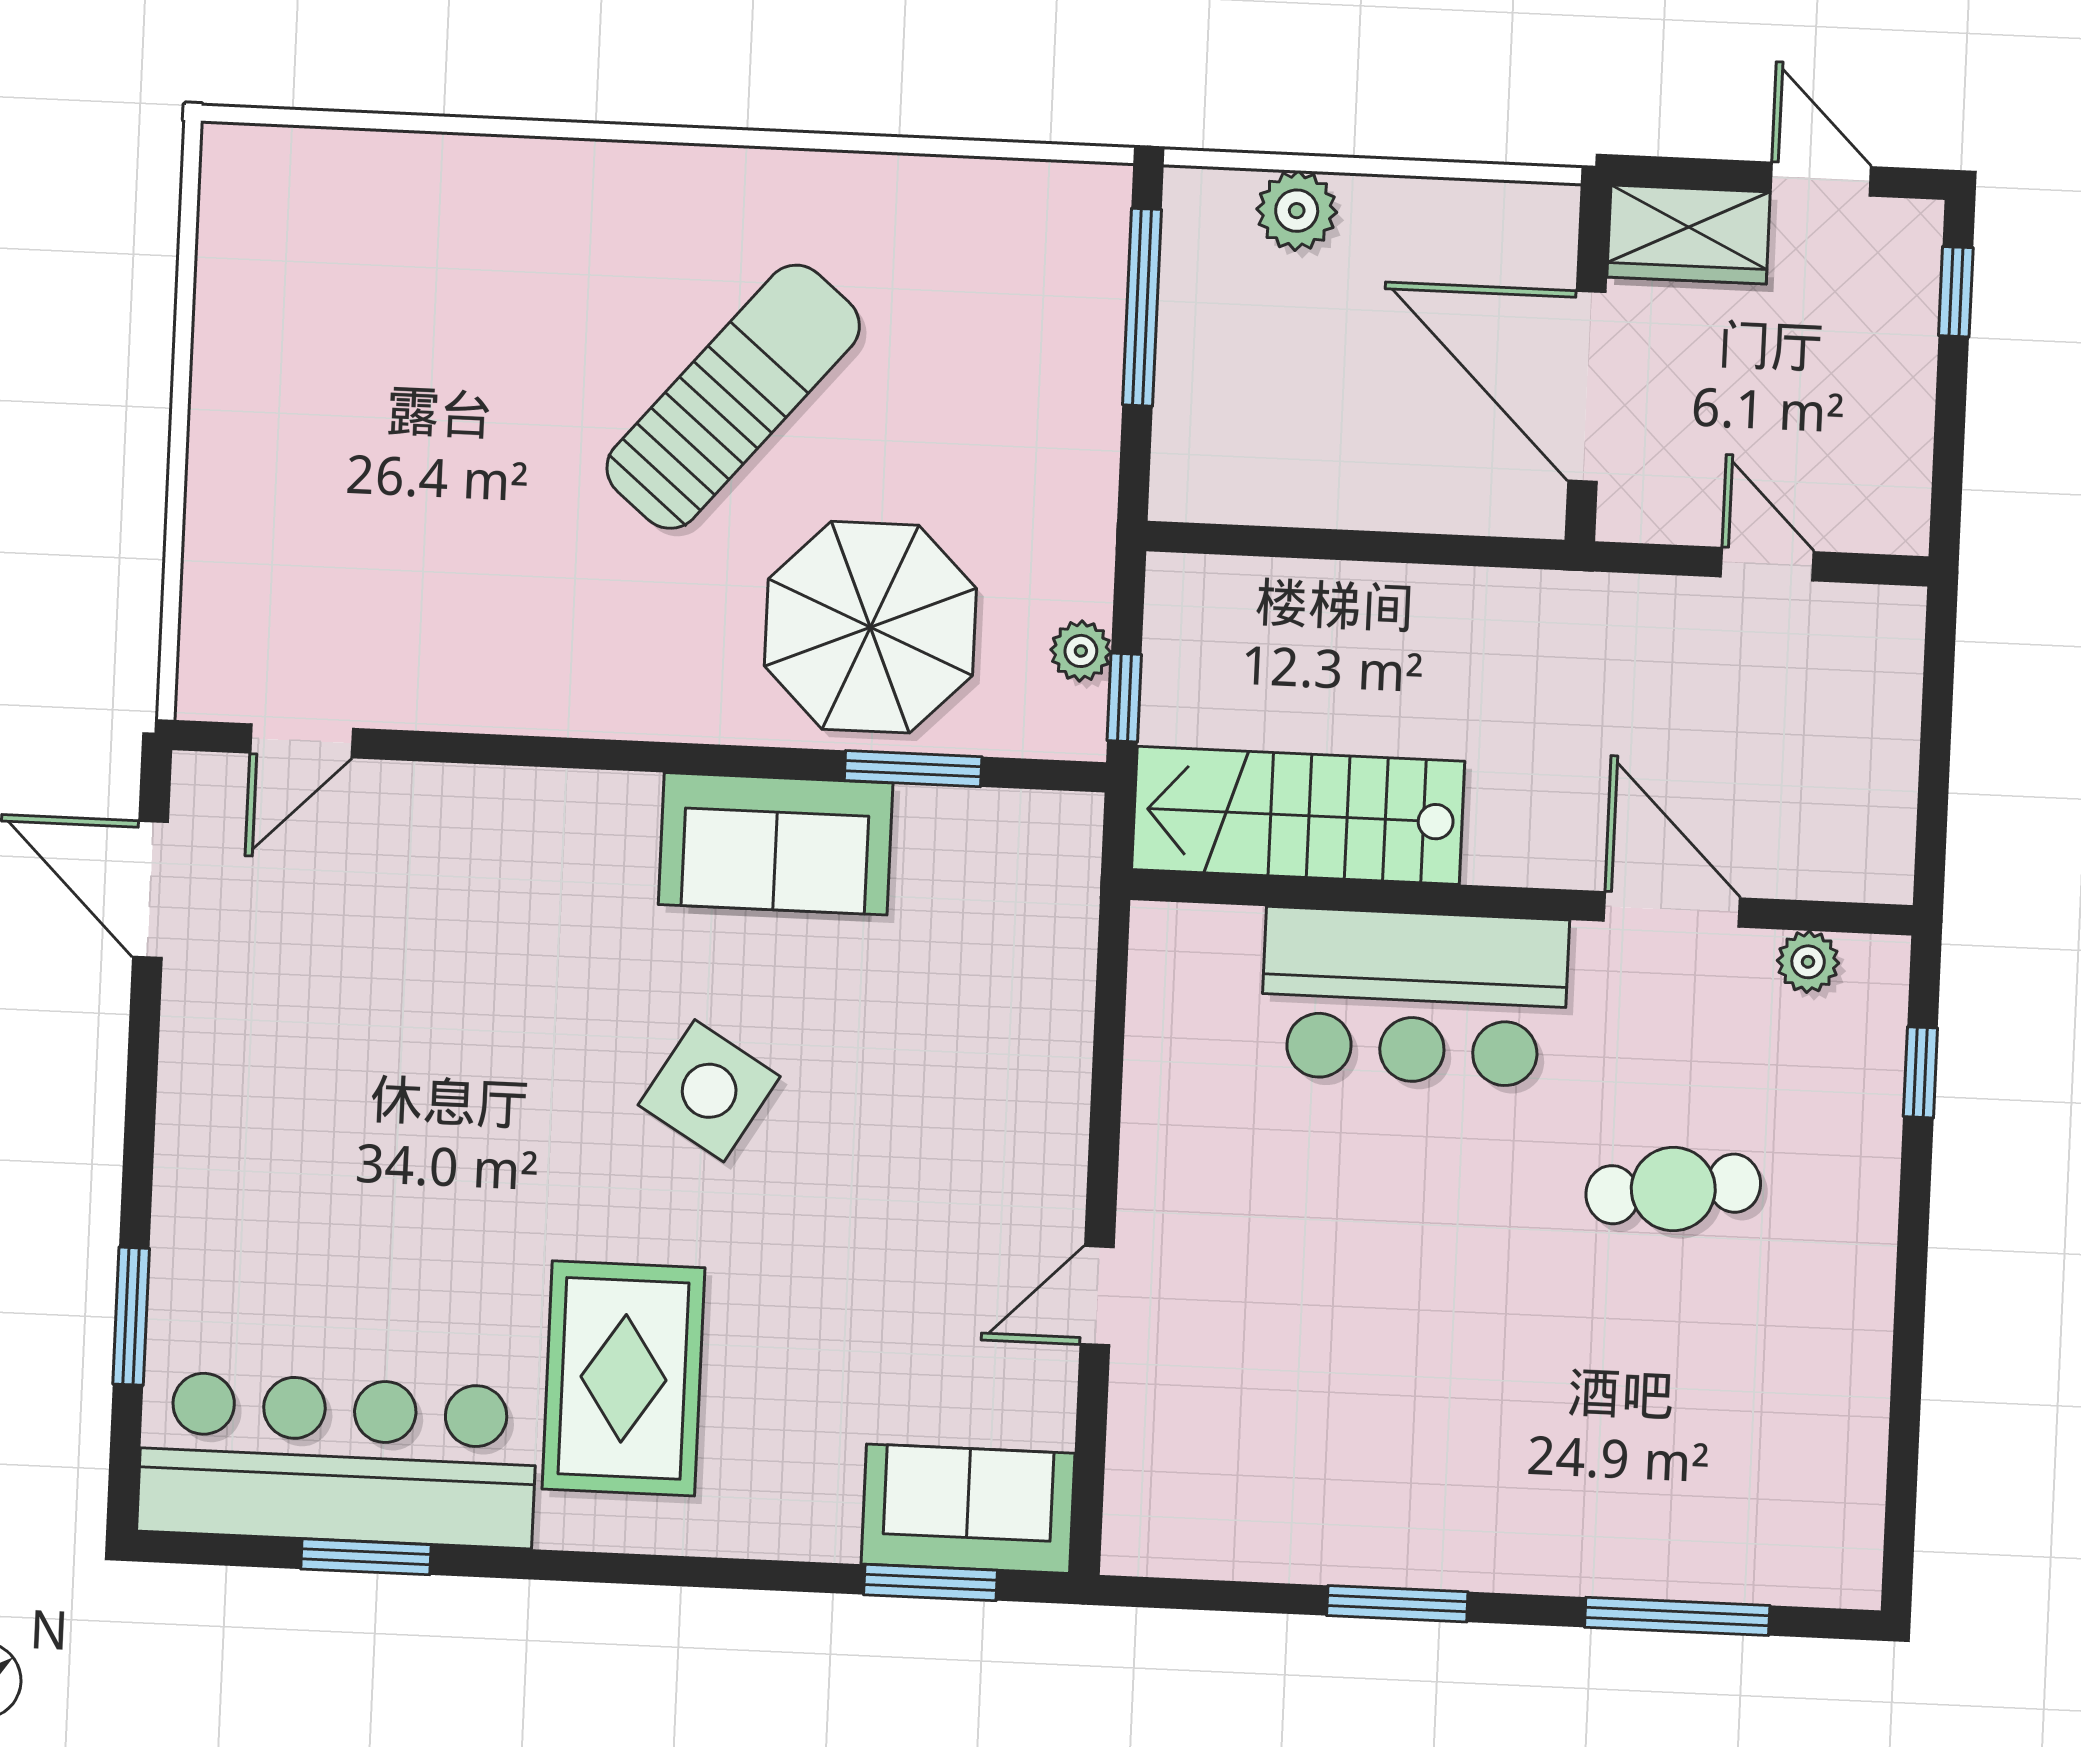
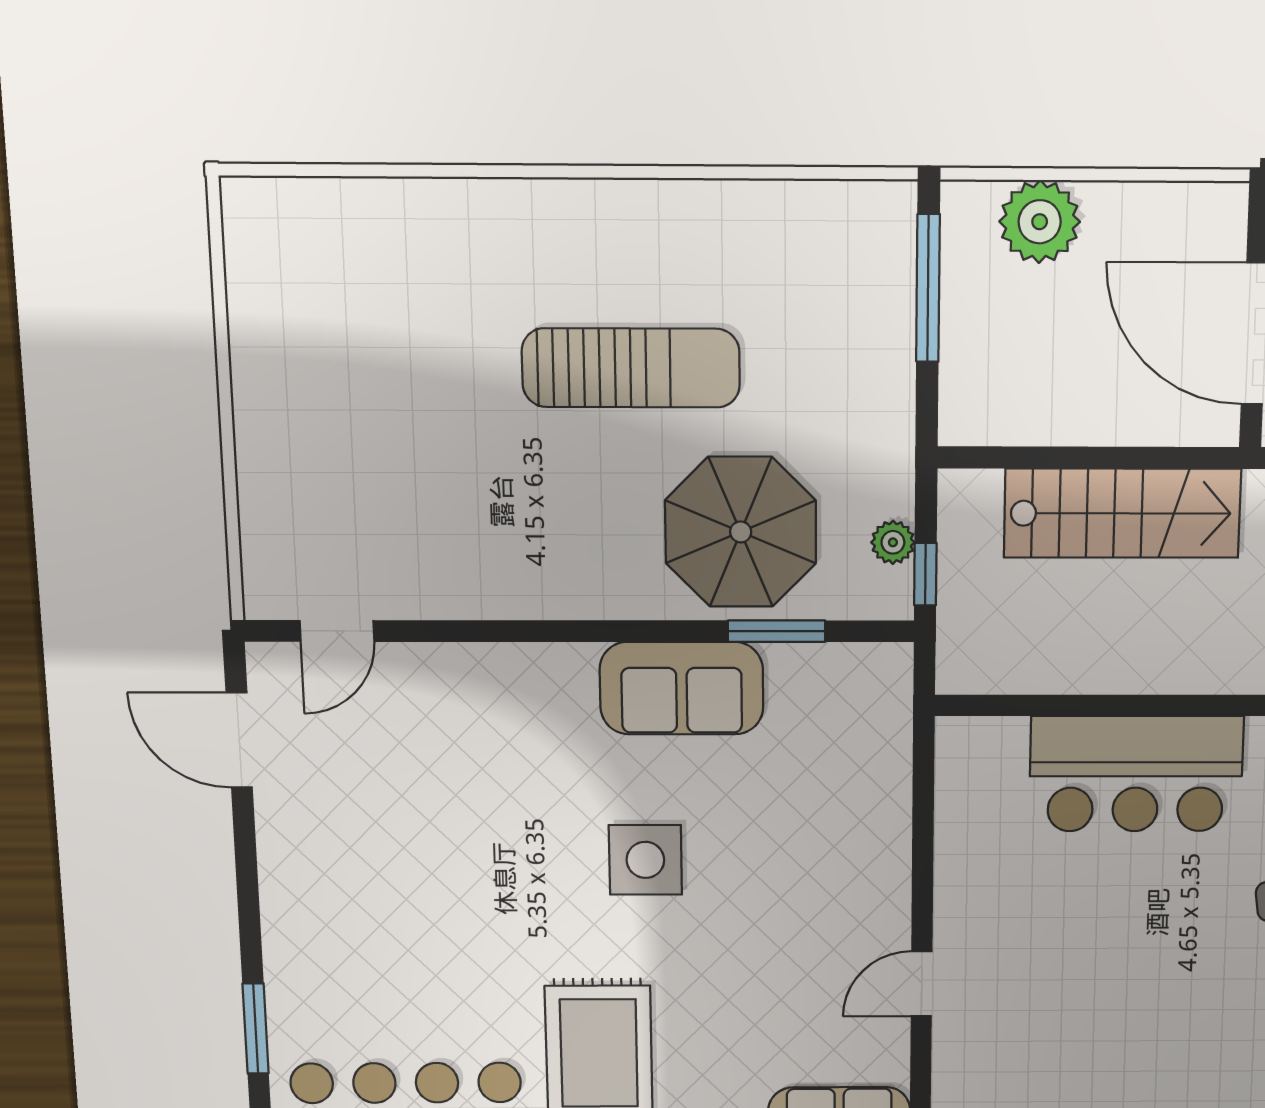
plant: (1297, 211) -> (1040, 222), width x1.36, depth x1.36
sun lounger: (733, 397) -> (631, 368), turned 50
stairs: (1298, 815) -> (1122, 513), moved, turned 180
side table: (709, 1091) -> (645, 860), turned -31

